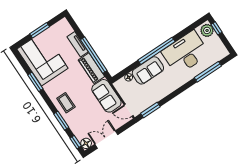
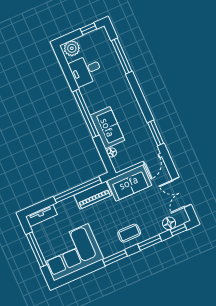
window: (217, 28) -> (88, 29), moved
window: (40, 30) -> (36, 250), width x1.44
tv unit: (78, 44) -> (41, 216), moved
desk: (185, 53) -> (86, 70), width x0.53, depth x0.77
window: (35, 82) -> (115, 258), moved
floor lamp: (86, 143) -> (169, 223), moved

